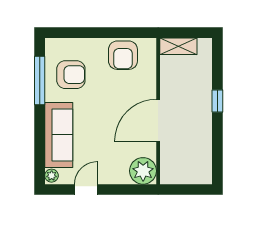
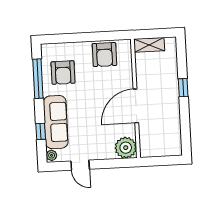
armchair: (71, 75) -> (63, 73), turned 90
window: (40, 145) -> (41, 131), added
door: (86, 189) -> (80, 165), swing flipped

